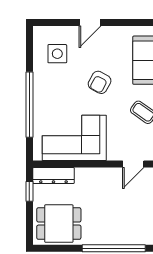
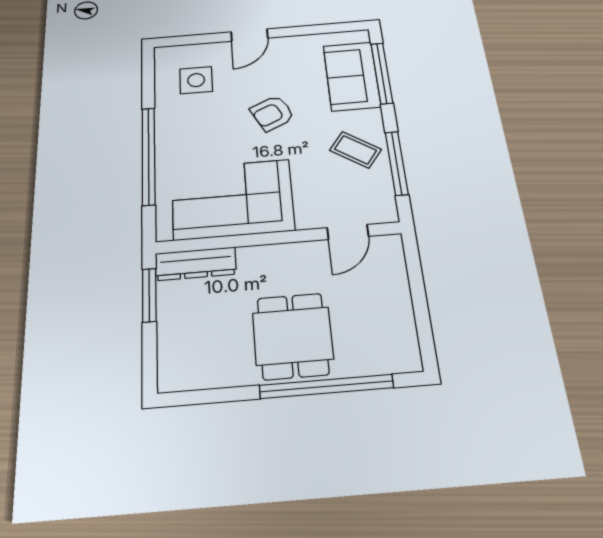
armchair: (100, 82) -> (272, 113), turned 35
window: (29, 191) -> (149, 295), width x1.50
dining table: (59, 224) -> (293, 336), moved, turned 90

